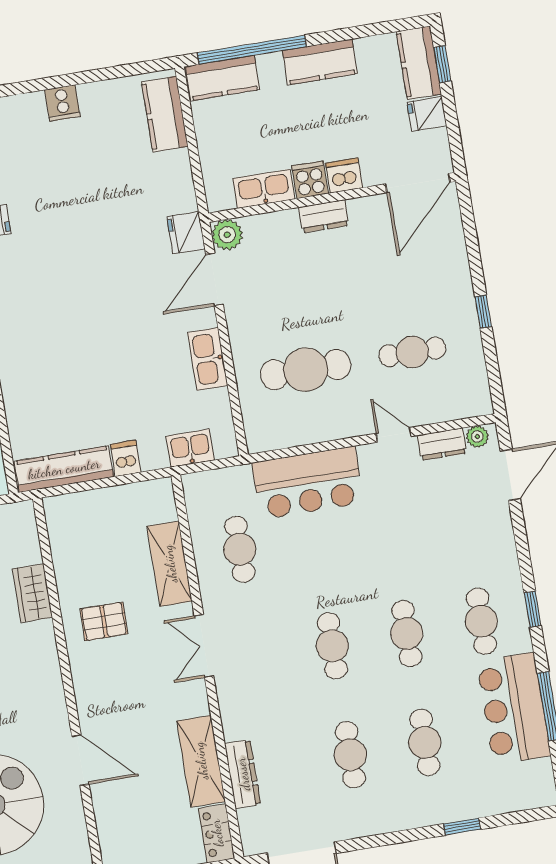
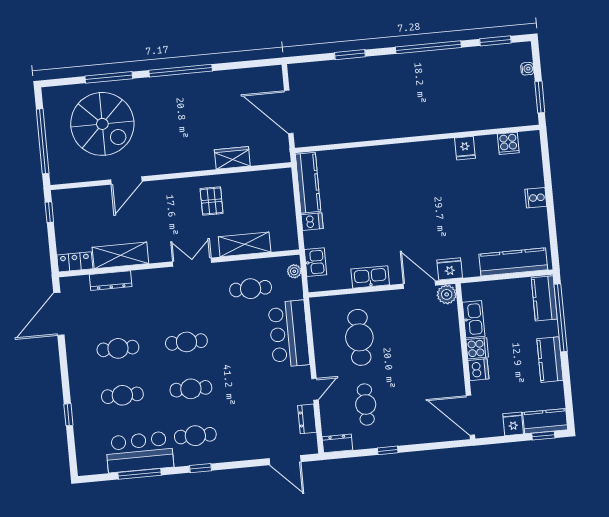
kitchen counter: (165, 114) -> (513, 262), width x1.50
dresser: (324, 216) -> (337, 443), moved, turned 90
plant: (477, 437) -> (294, 271), moved

